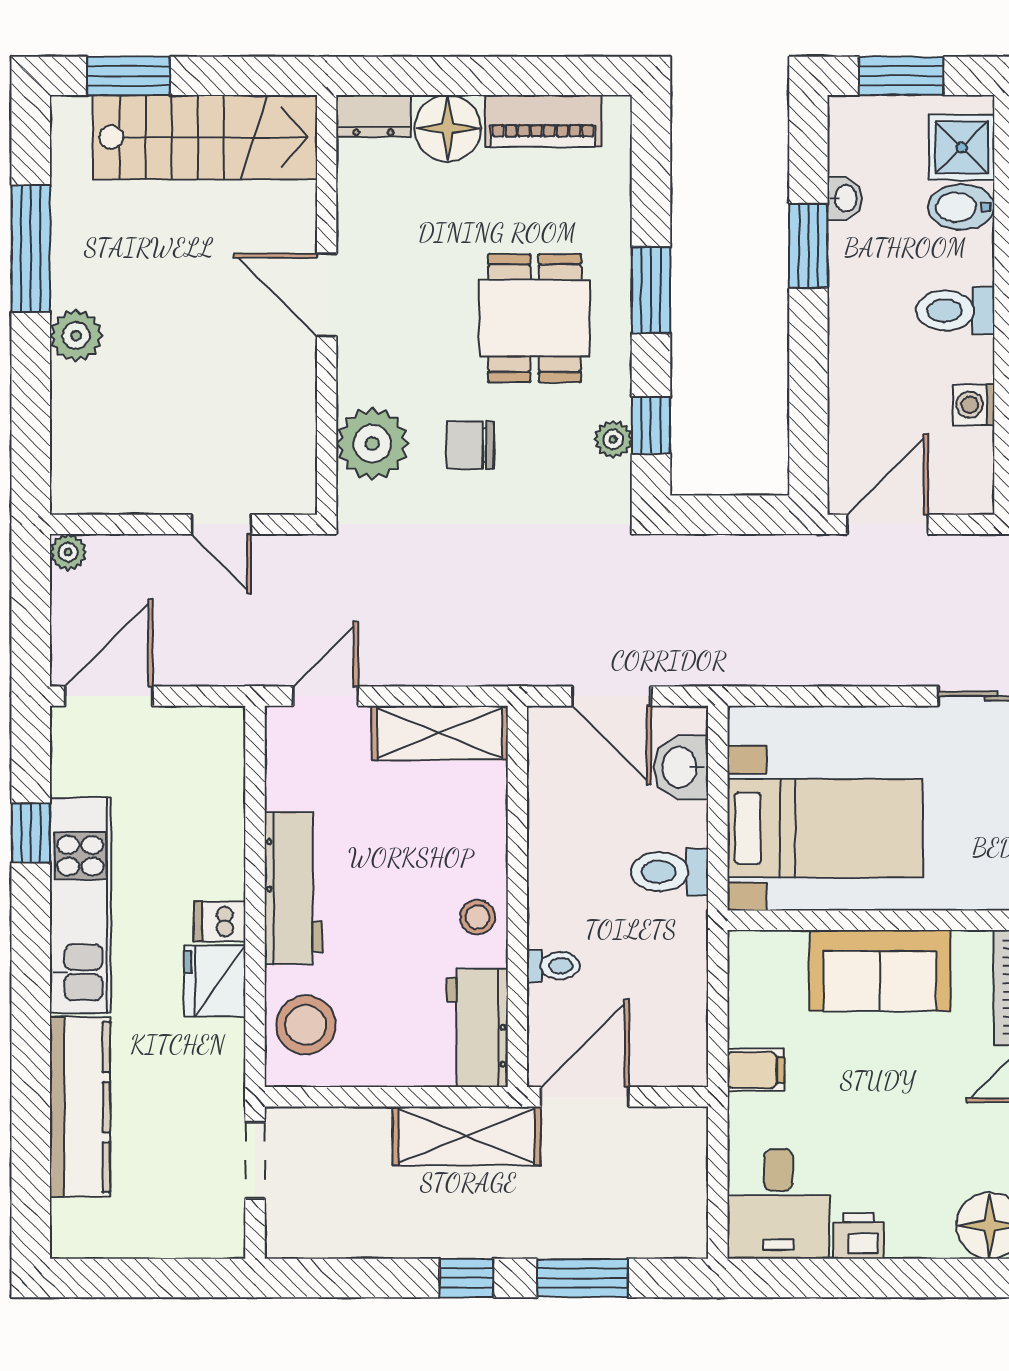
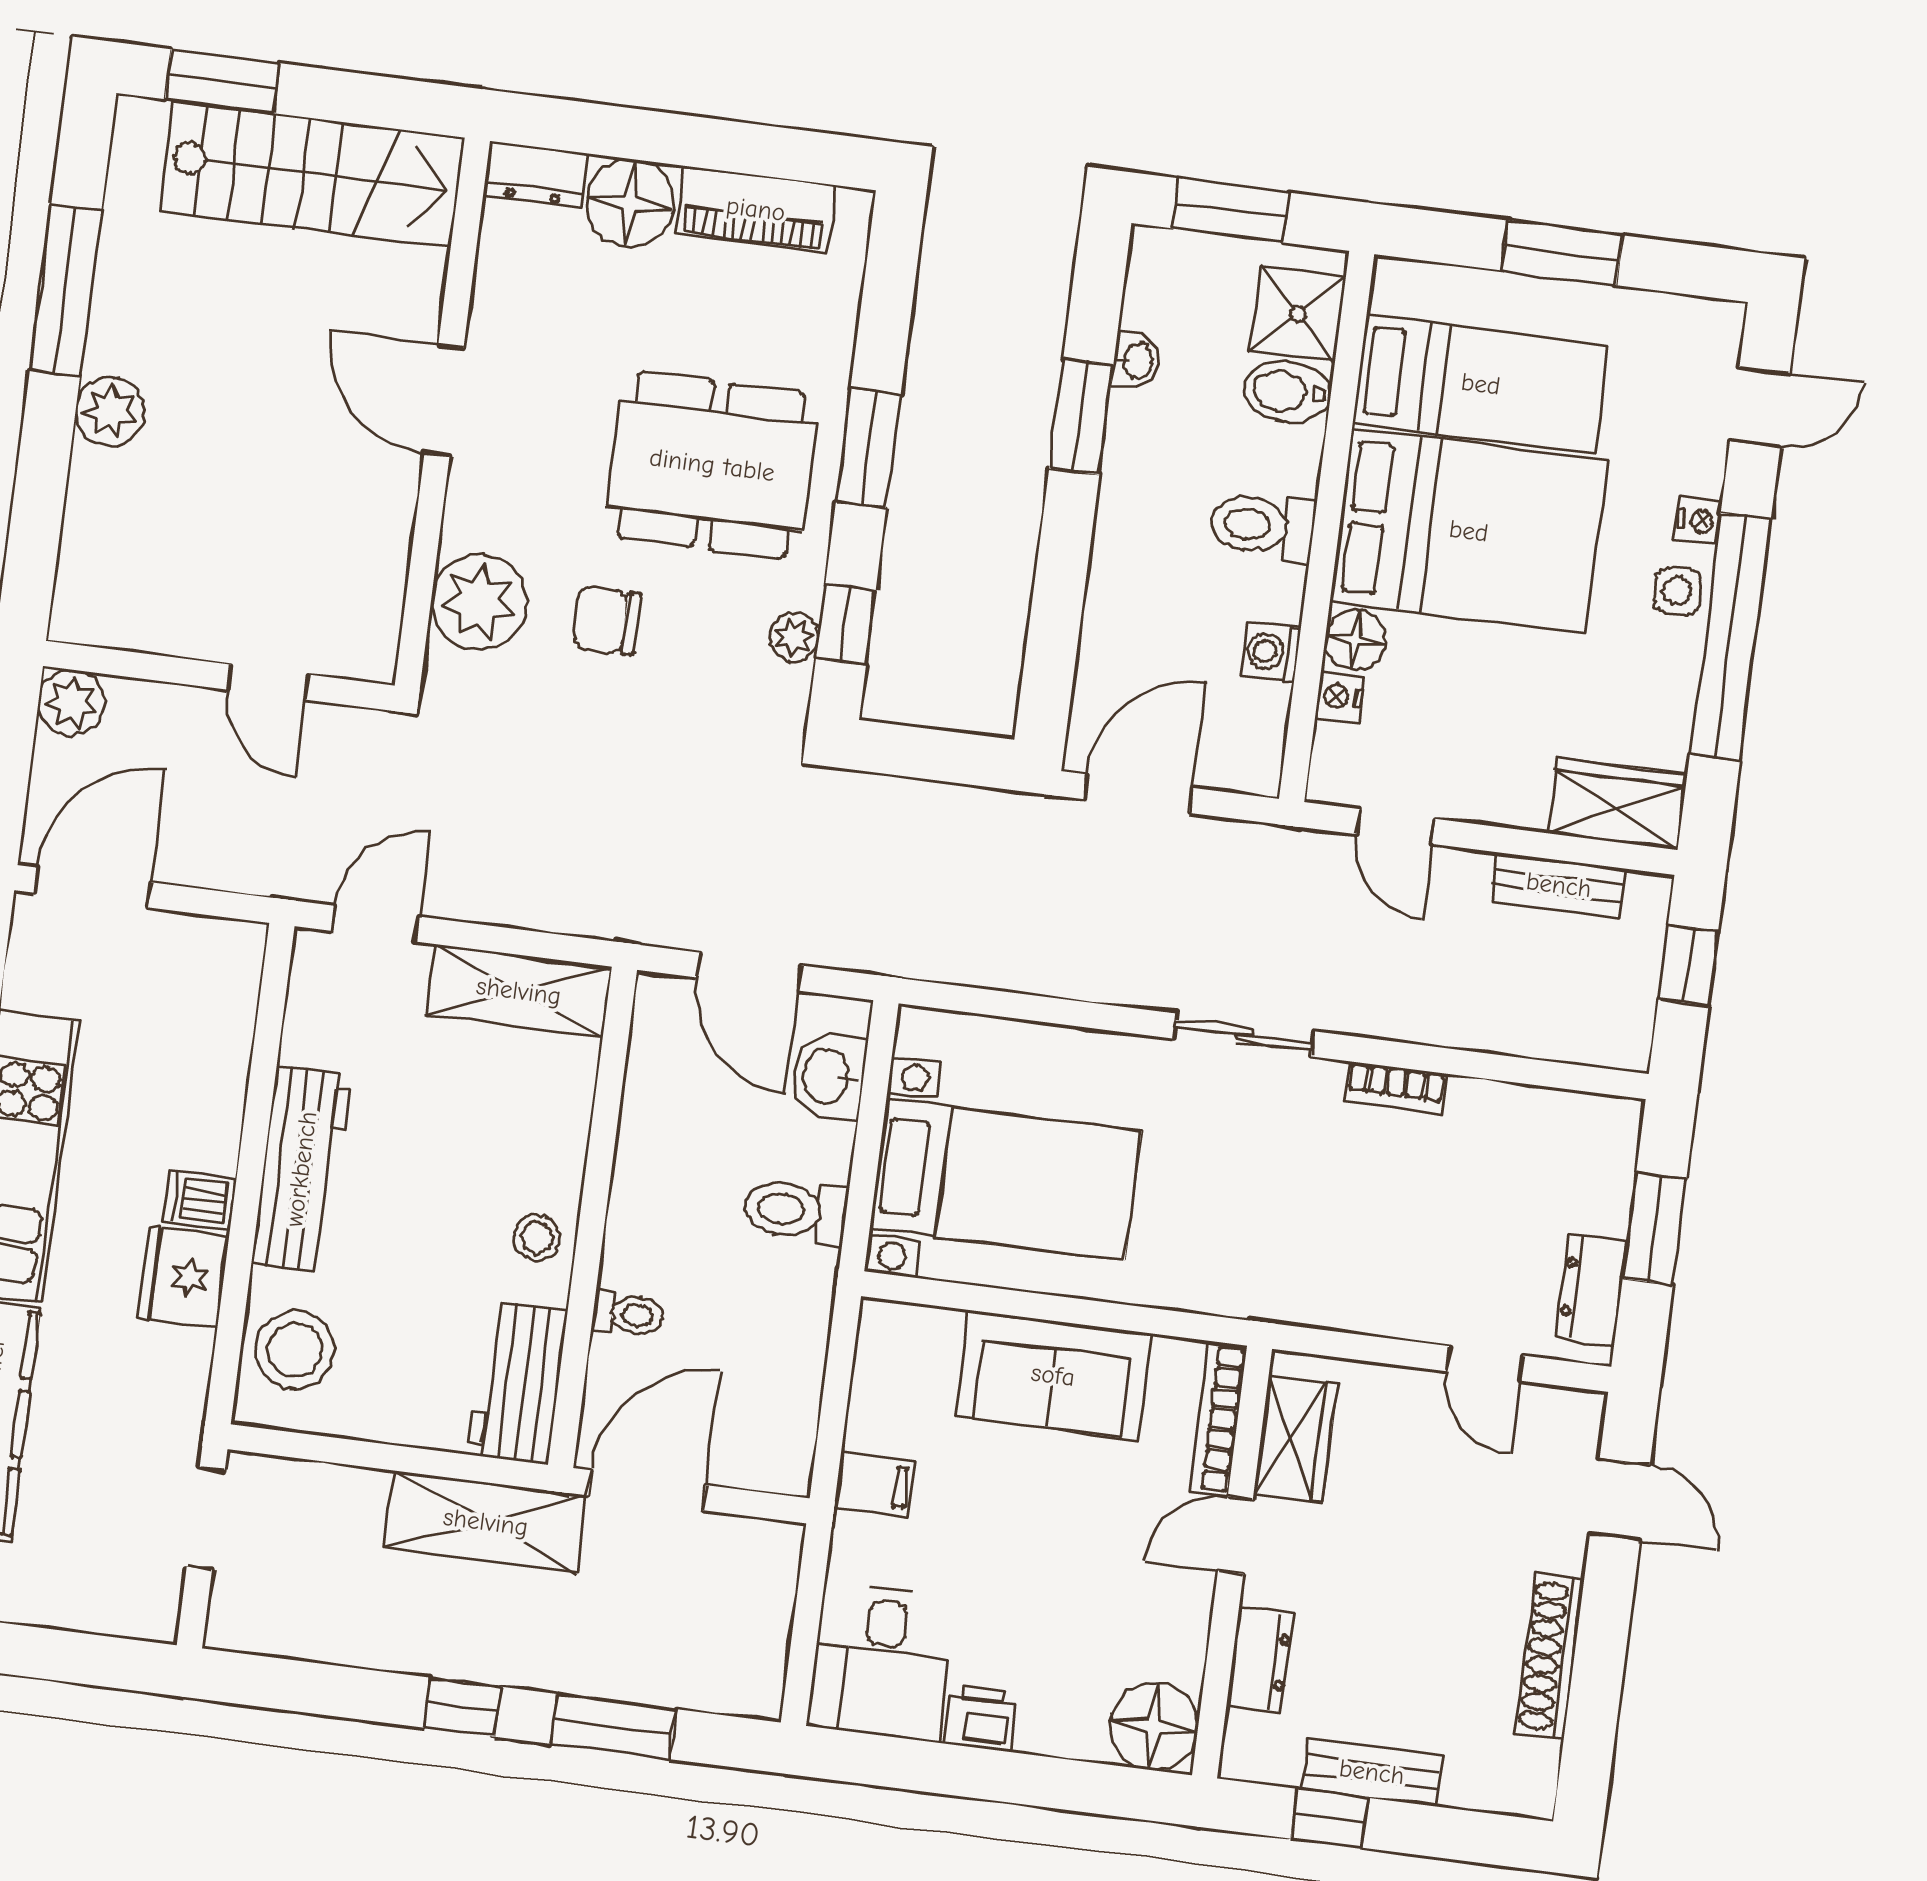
dining table: (535, 318) -> (712, 465), width x1.38
plant: (68, 552) -> (71, 703), width x1.38, depth x1.38

